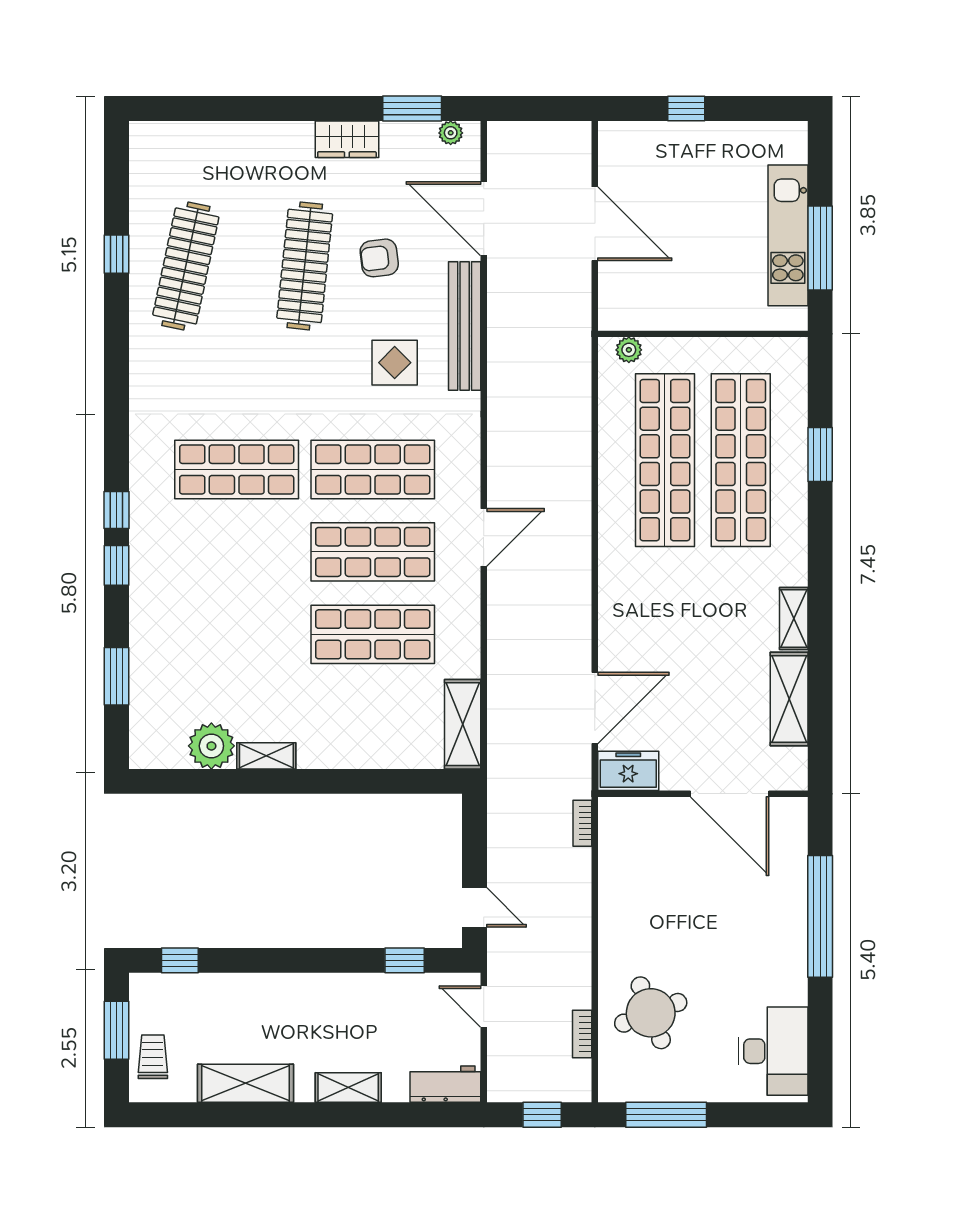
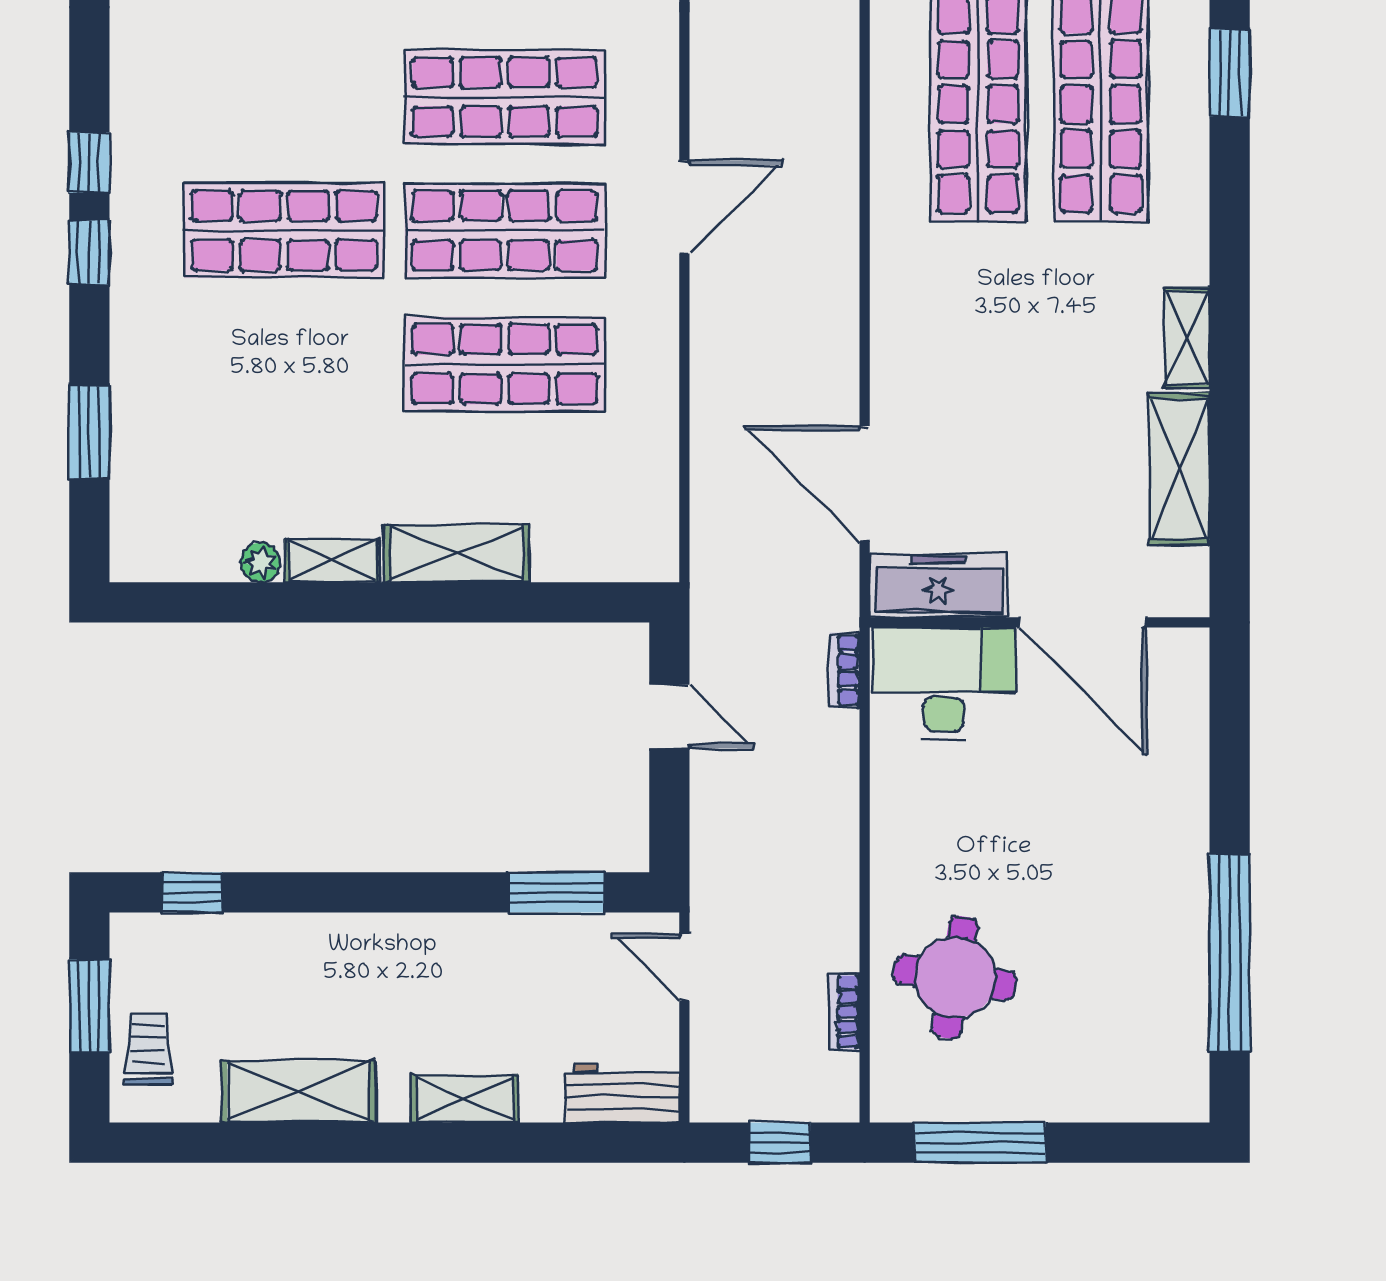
shop shelf: (237, 469) -> (284, 231), moved
door: (595, 708) -> (865, 483), swing flipped
shelving: (463, 724) -> (456, 553), moved, turned 90
plant: (211, 746) -> (261, 562), width x0.53, depth x0.53
freezer: (628, 771) -> (938, 585), width x1.40
door: (474, 907) -> (669, 717), moved
window: (820, 916) -> (1230, 953), moved
window: (405, 960) -> (556, 892), width x1.50
round table: (651, 1013) -> (955, 977), turned 30
desk: (773, 1051) -> (944, 684), moved, turned -90

